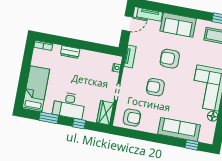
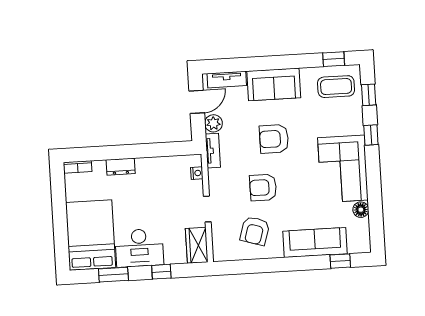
plant: (135, 40) -> (213, 123), added
bed: (36, 89) -> (91, 235), width x1.50
armchair: (132, 118) -> (255, 231), moved, turned 107

